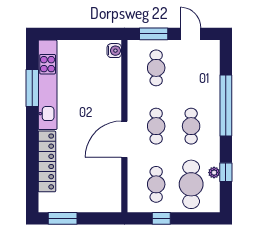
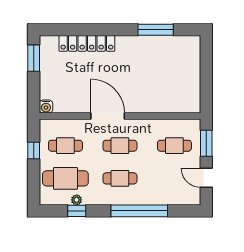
door: (191, 34) -> (206, 178), swing flipped
water cooler: (114, 51) -> (46, 107), moved
kitchen unit: (48, 85) -> (159, 44), removed

